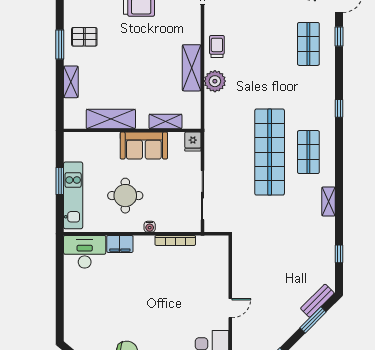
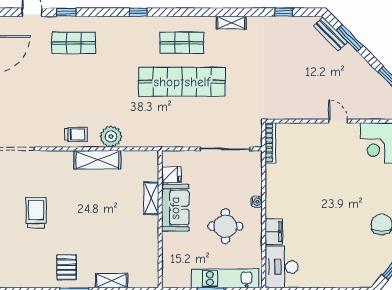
trolley: (217, 46) -> (76, 134), turned 180
shelving: (111, 119) -> (149, 241), removed
shelving: (165, 121) -> (151, 198), moved
fridge: (193, 142) -> (171, 175), moved
bookcase: (175, 240) -> (270, 143), moved

